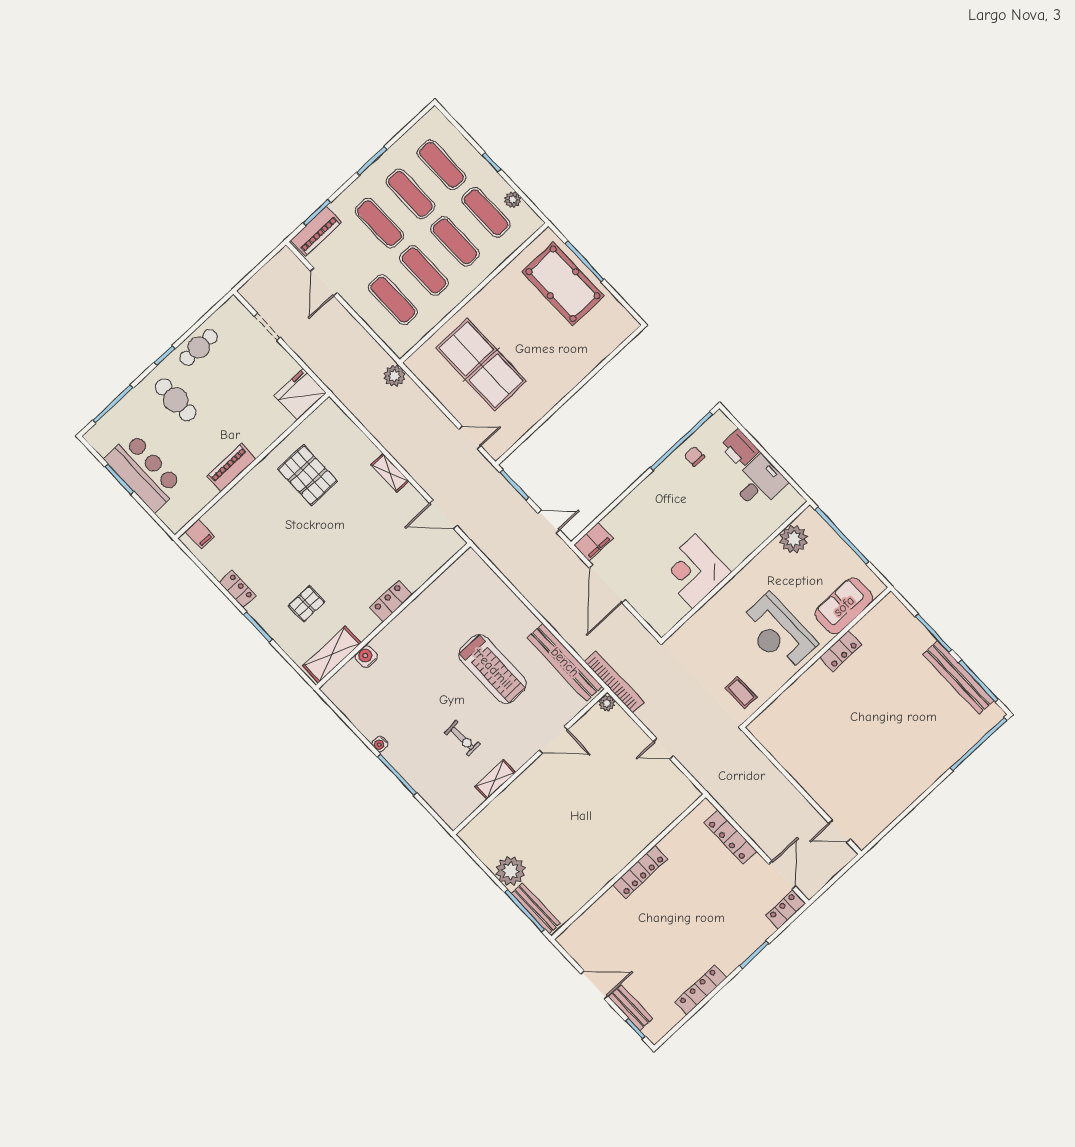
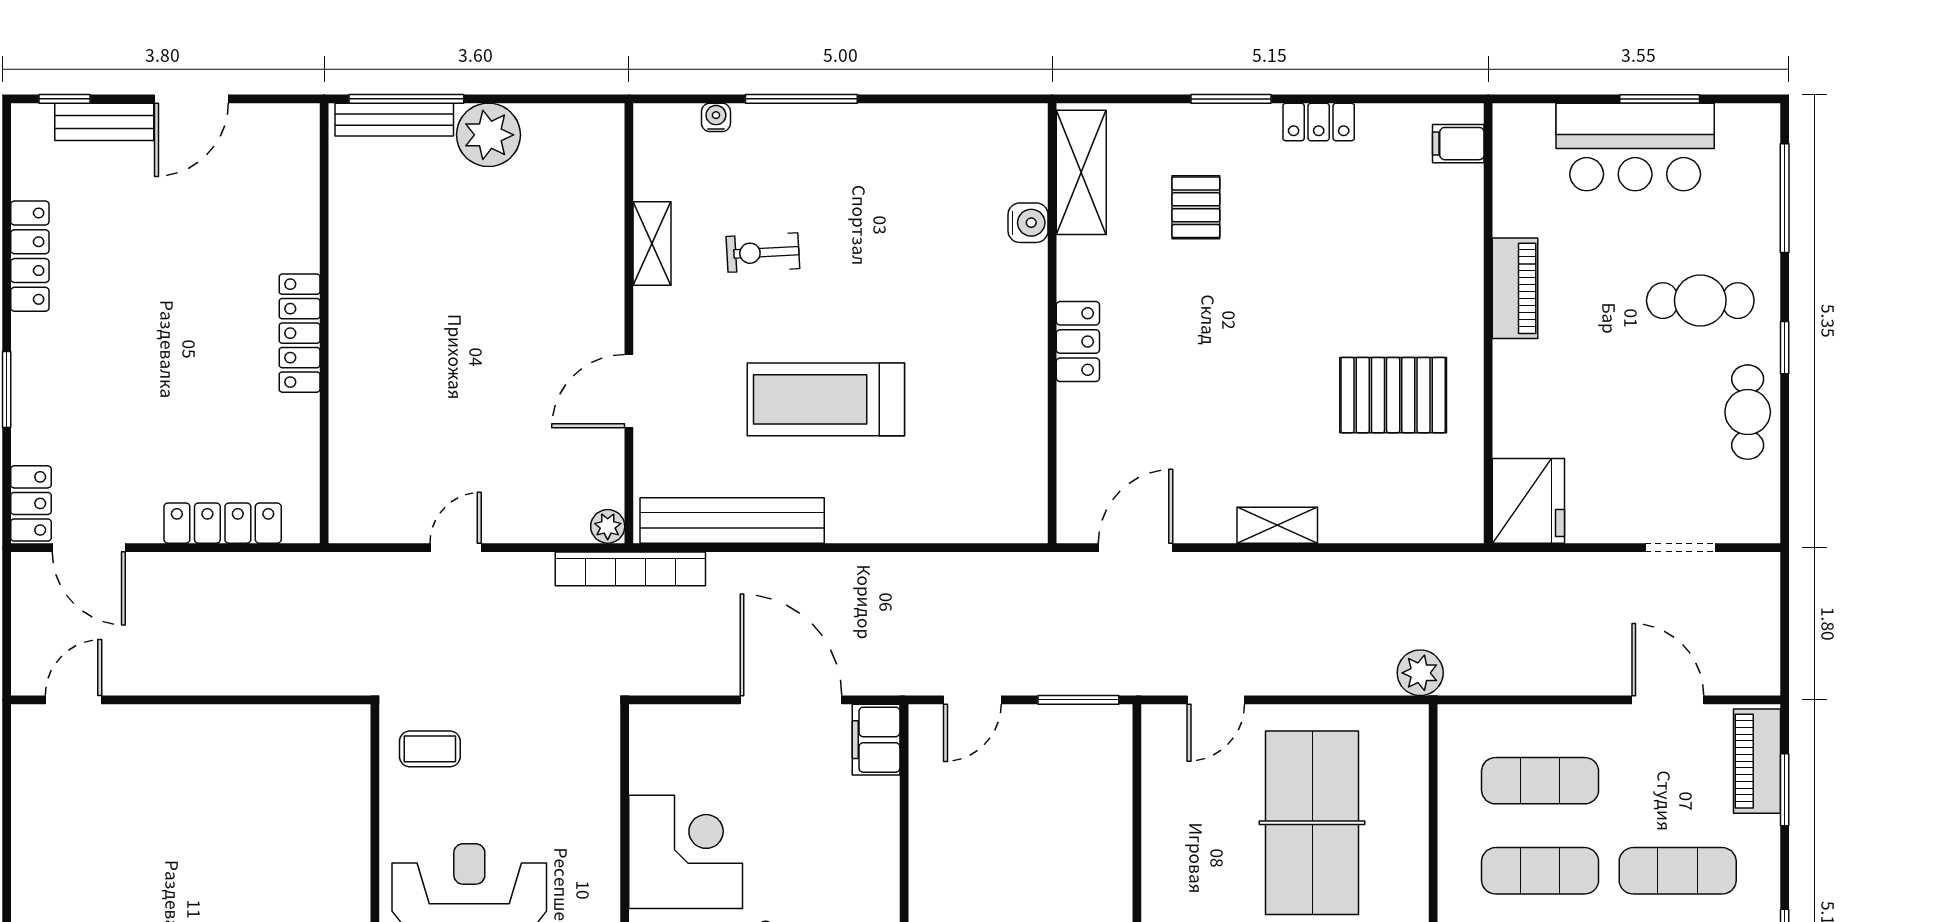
table tennis table: (481, 365) -> (1312, 823), turned 90
water cooler: (380, 744) -> (716, 117), moved

